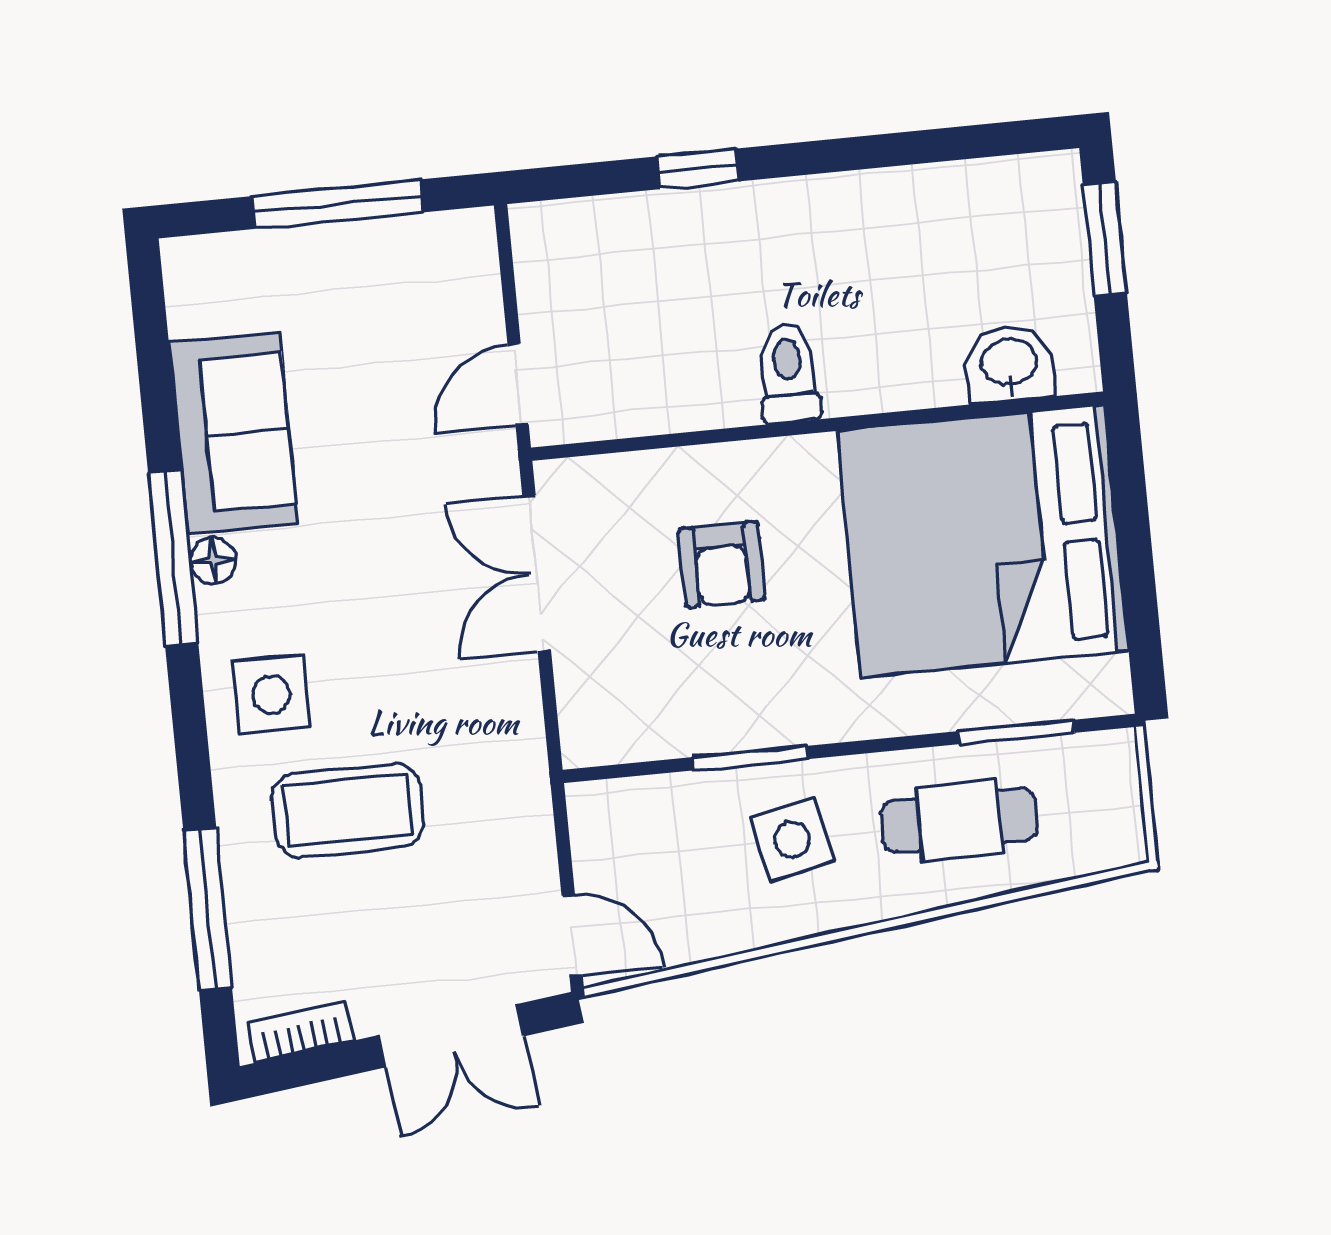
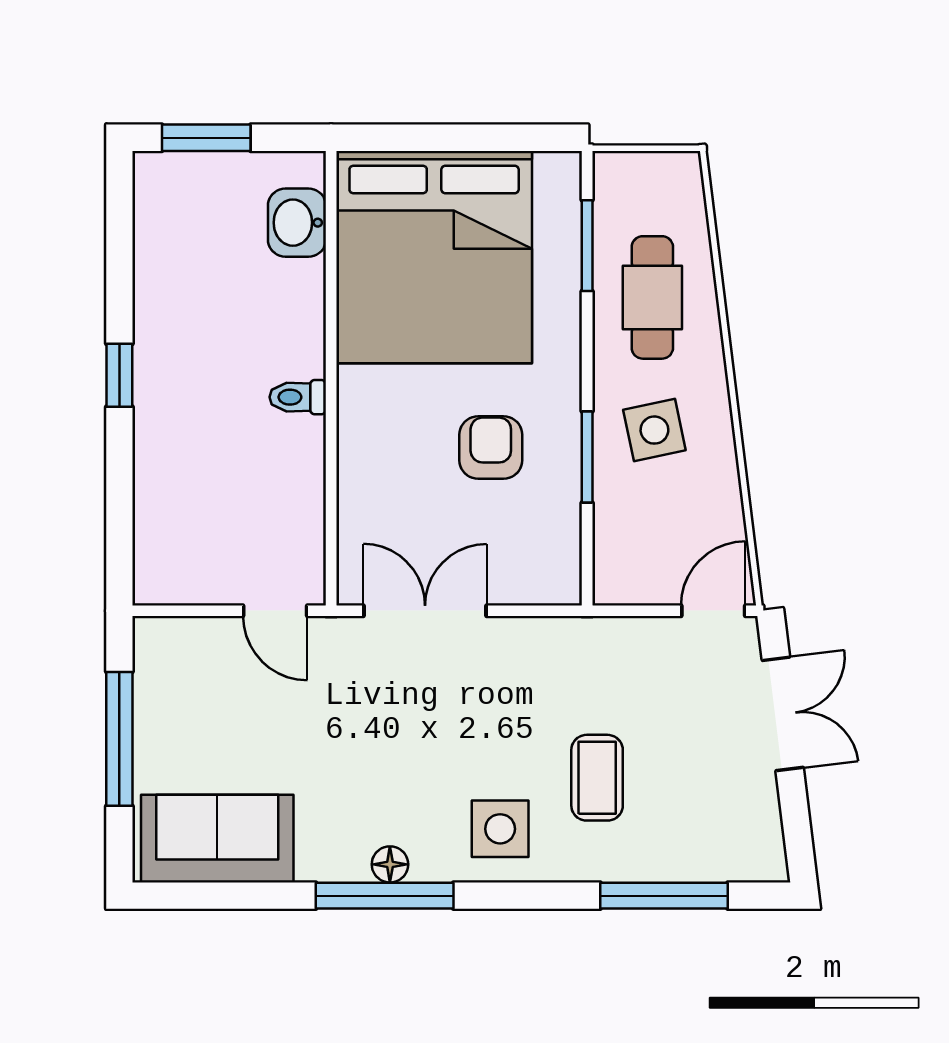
window: (698, 169) -> (119, 375), moved
toilet: (788, 373) -> (298, 397), width x0.73, depth x0.72
sofa: (233, 433) -> (217, 839), moved
armchair: (722, 564) -> (491, 448), moved, turned -90
double door: (537, 573) -> (425, 611), swing flipped
coffee table: (348, 810) -> (597, 778), width x0.73, depth x0.77
bookcase: (301, 1032) -> (768, 832), removed

